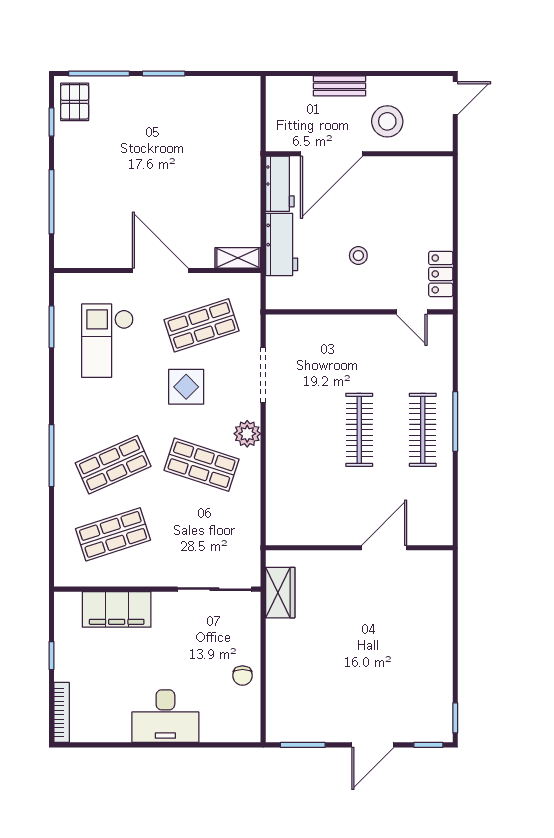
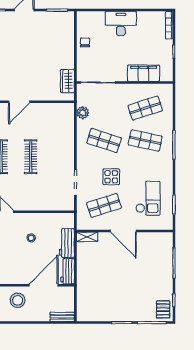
bench: (340, 86) -> (62, 317), moved
plant: (247, 434) -> (83, 113), moved
shop shelf: (113, 465) -> (145, 141), turned 36

